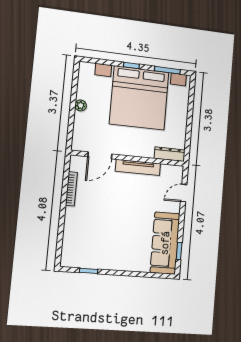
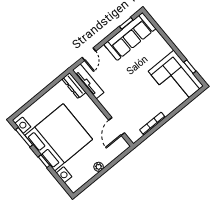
door: (100, 155) -> (117, 127), swing flipped
tv unit: (138, 167) -> (88, 81), moved
door: (184, 193) -> (89, 54), hinge flipped
corner sofa: (90, 248) -> (176, 79), added

